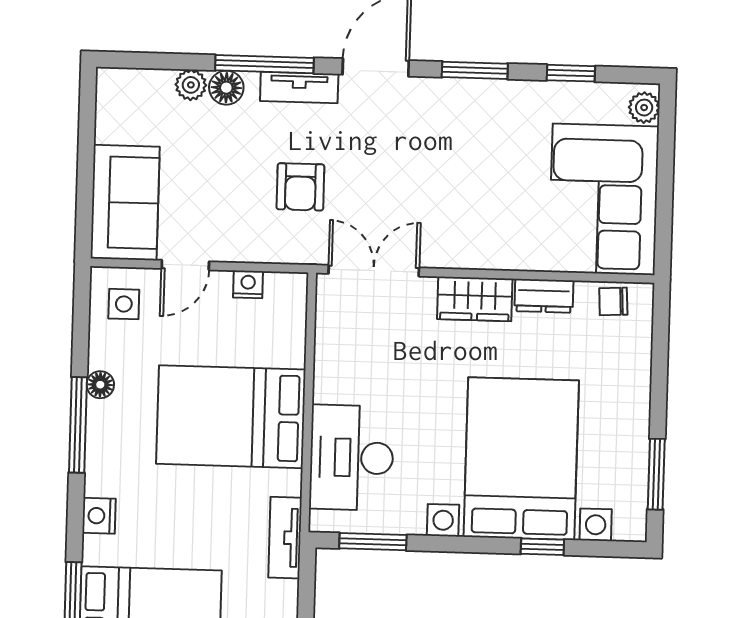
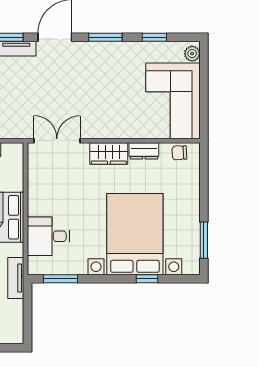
armchair: (300, 187) -> (18, 99), removed
desk: (351, 458) -> (48, 236), width x0.73

